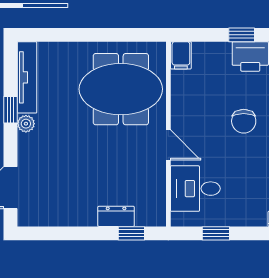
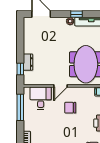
chair: (244, 121) -> (70, 108), moved
window: (216, 233) -> (20, 107), width x2.17

